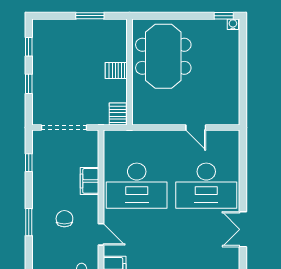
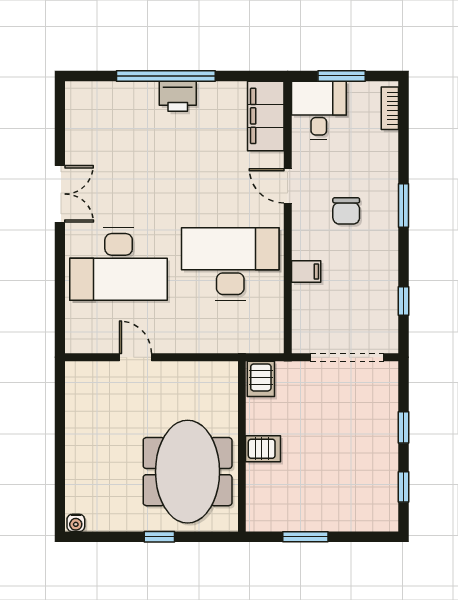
window: (224, 16) -> (159, 537), moved
filing cabinet: (89, 181) -> (306, 272), width x0.50
desk: (206, 186) -> (119, 264), turned 180

